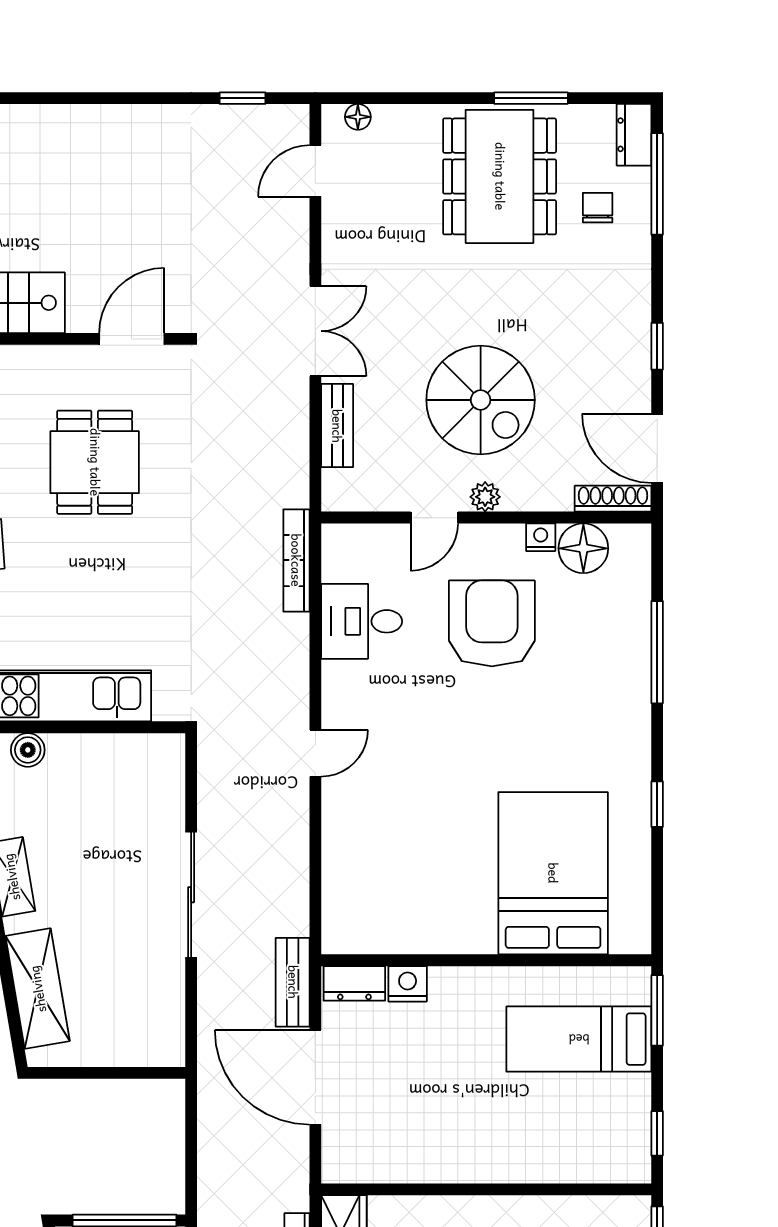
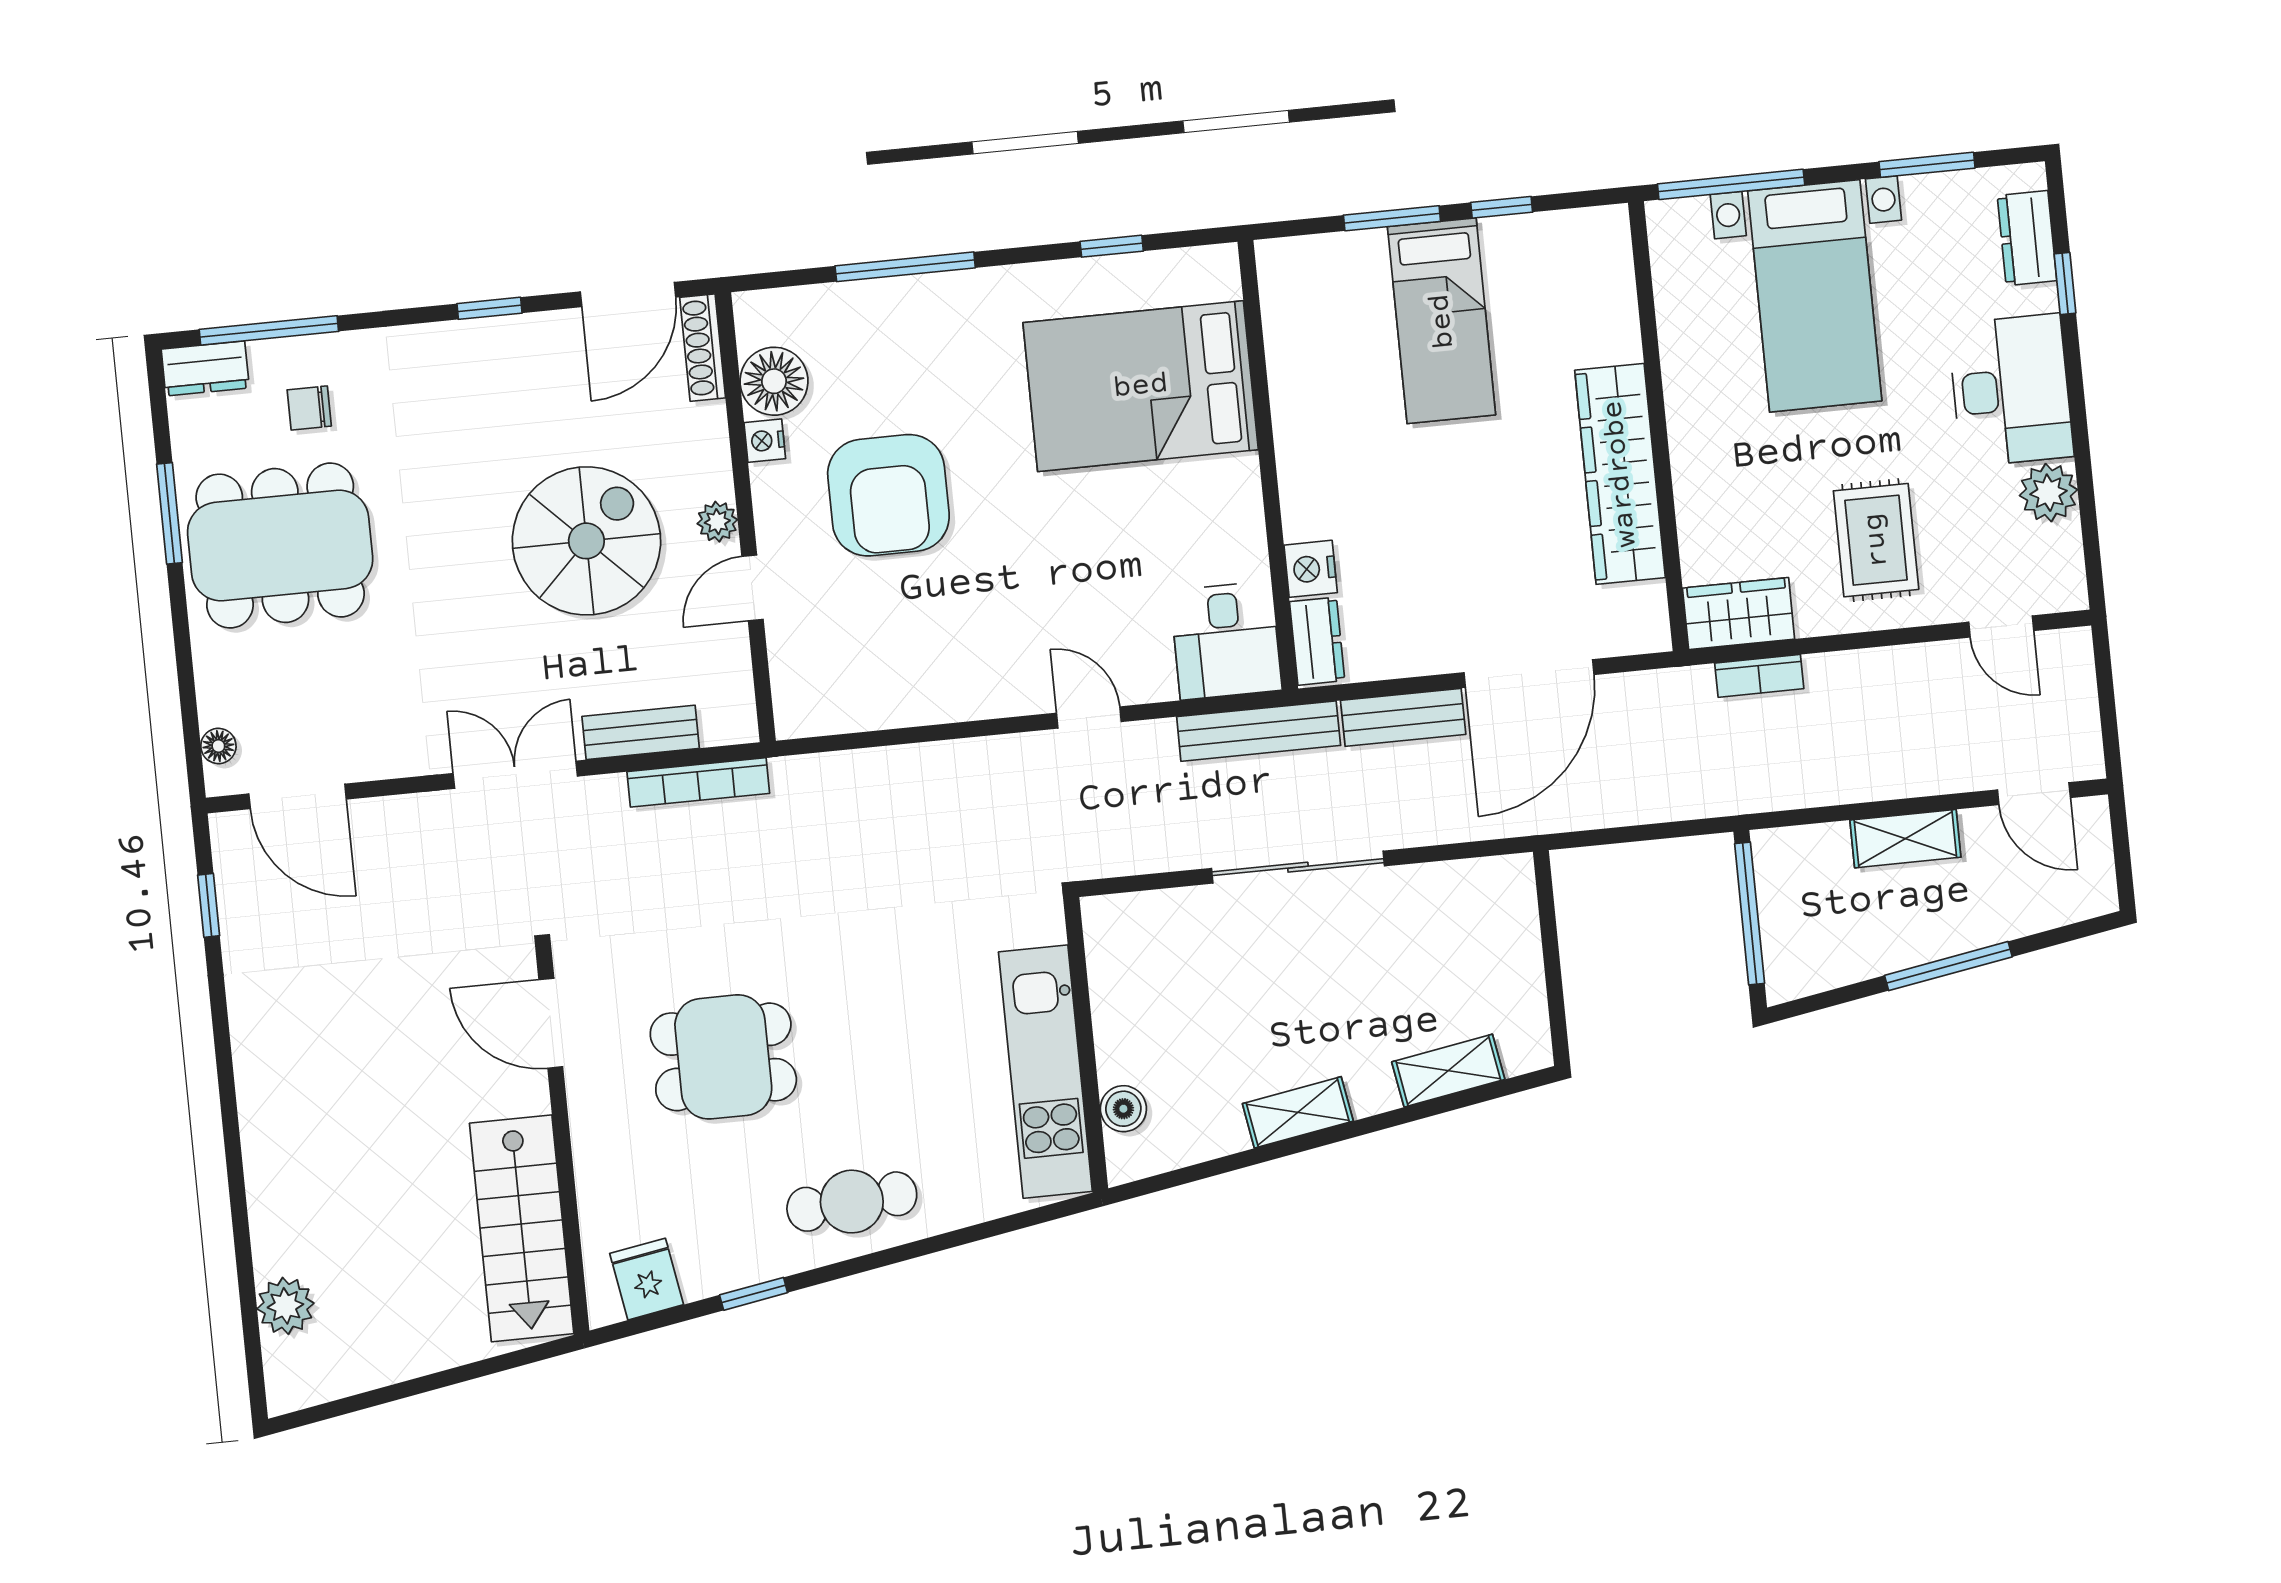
door: (315, 171) -> (298, 796), width x1.38
door: (434, 518) -> (752, 588), swing flipped
bookcase: (296, 560) -> (698, 782), moved
desk: (362, 621) -> (1226, 640), moved
armchair: (492, 623) -> (888, 495), turned -90
bed: (553, 873) -> (1141, 386), moved
bench: (293, 876) -> (1259, 731), added
wall: (486, 960) -> (1268, 465), moved
dresser: (354, 983) -> (1317, 641), moved
nightstand: (408, 984) -> (1311, 569), moved
shelving: (38, 989) -> (1448, 1071), width x0.67, depth x0.75
window: (657, 1133) -> (1502, 207), moved
wardrobe: (454, 1158) -> (1620, 474), added

